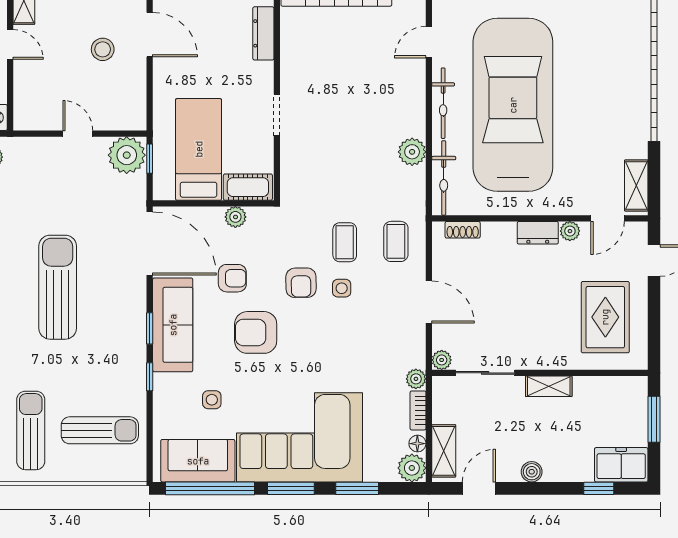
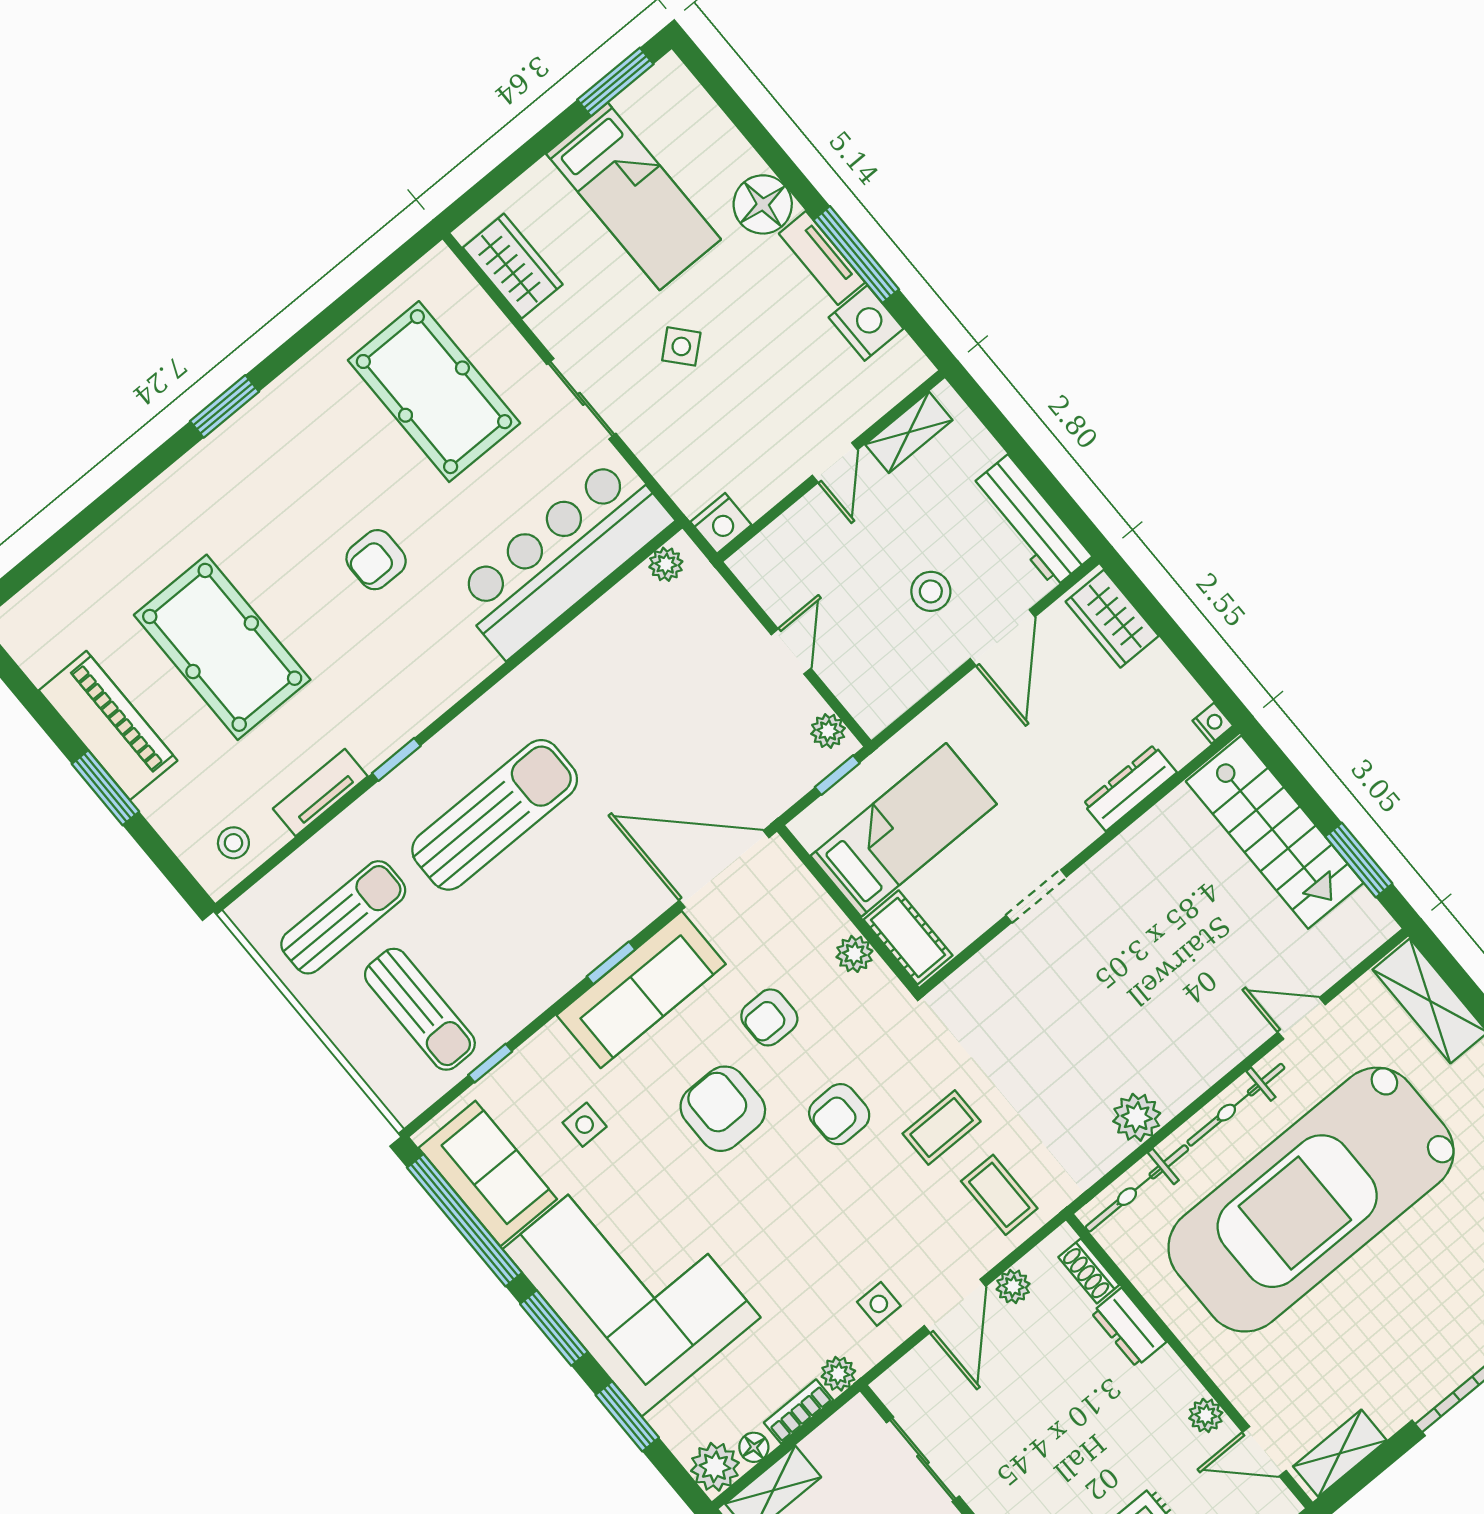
car: (513, 105) -> (1311, 1200), turned 180
plant: (127, 155) -> (828, 731), width x0.53, depth x0.53
dresser: (538, 233) -> (1129, 1327), moved
coffee table: (396, 241) -> (999, 1195), turned 90
door: (150, 243) -> (724, 869), swing flipped
armchair: (232, 278) -> (769, 1017), turned 90
sun lounger: (58, 287) -> (495, 815), moved
side table: (342, 288) -> (879, 1304), moved
plant: (442, 360) -> (1013, 1286), moved
window: (150, 377) -> (490, 1063), moved

